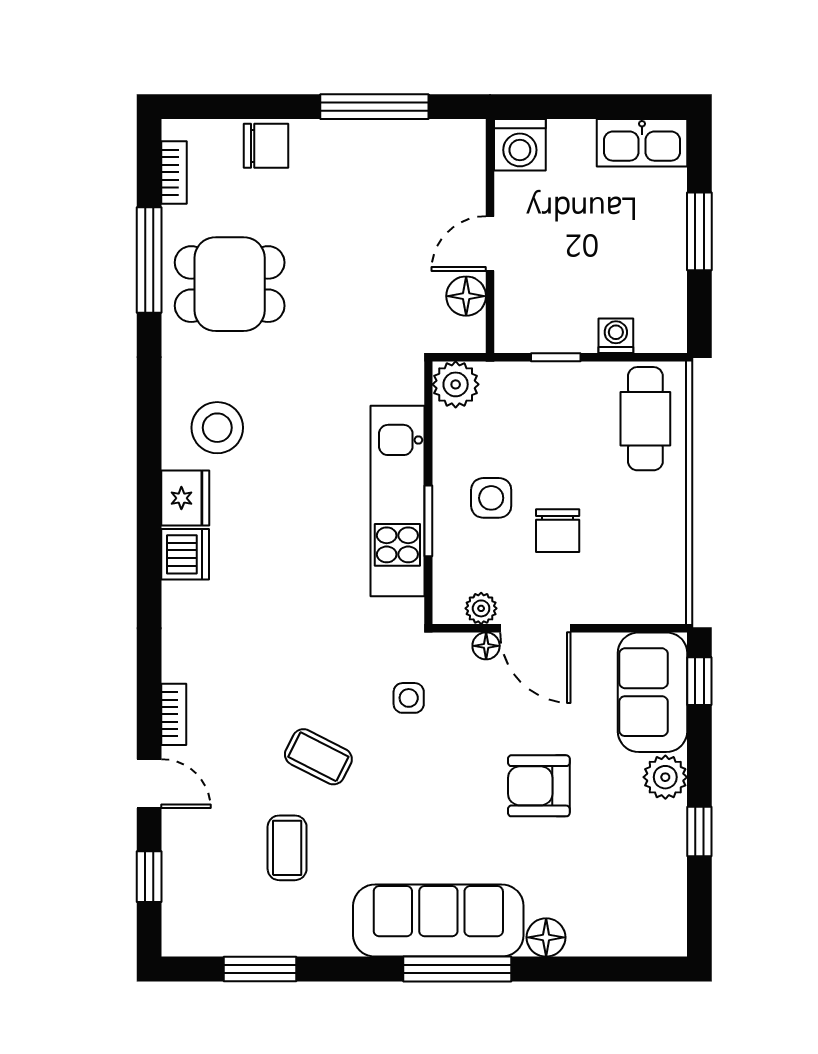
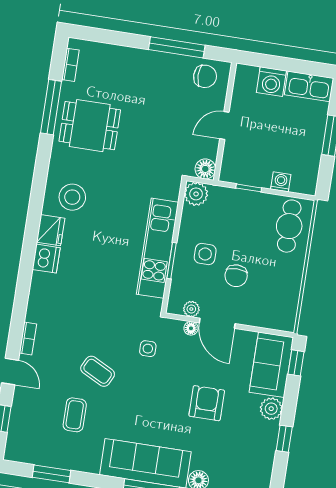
washing machine: (520, 145) -> (271, 82), moved
chair: (266, 146) -> (205, 76), moved
floor lamp: (466, 296) -> (205, 169), moved
armchair: (539, 786) -> (207, 403), turned 90

